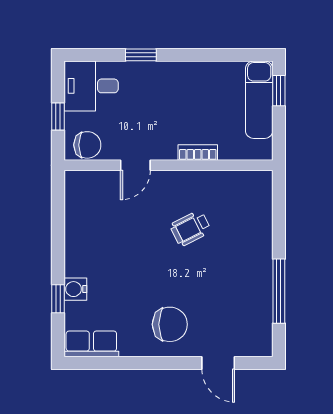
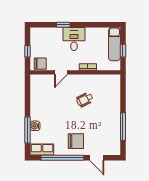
desk: (91, 86) -> (74, 39), moved, turned 90
window: (279, 91) -> (123, 51), moved
window: (58, 299) -> (28, 130), width x2.17
window: (139, 363) -> (62, 158), added

